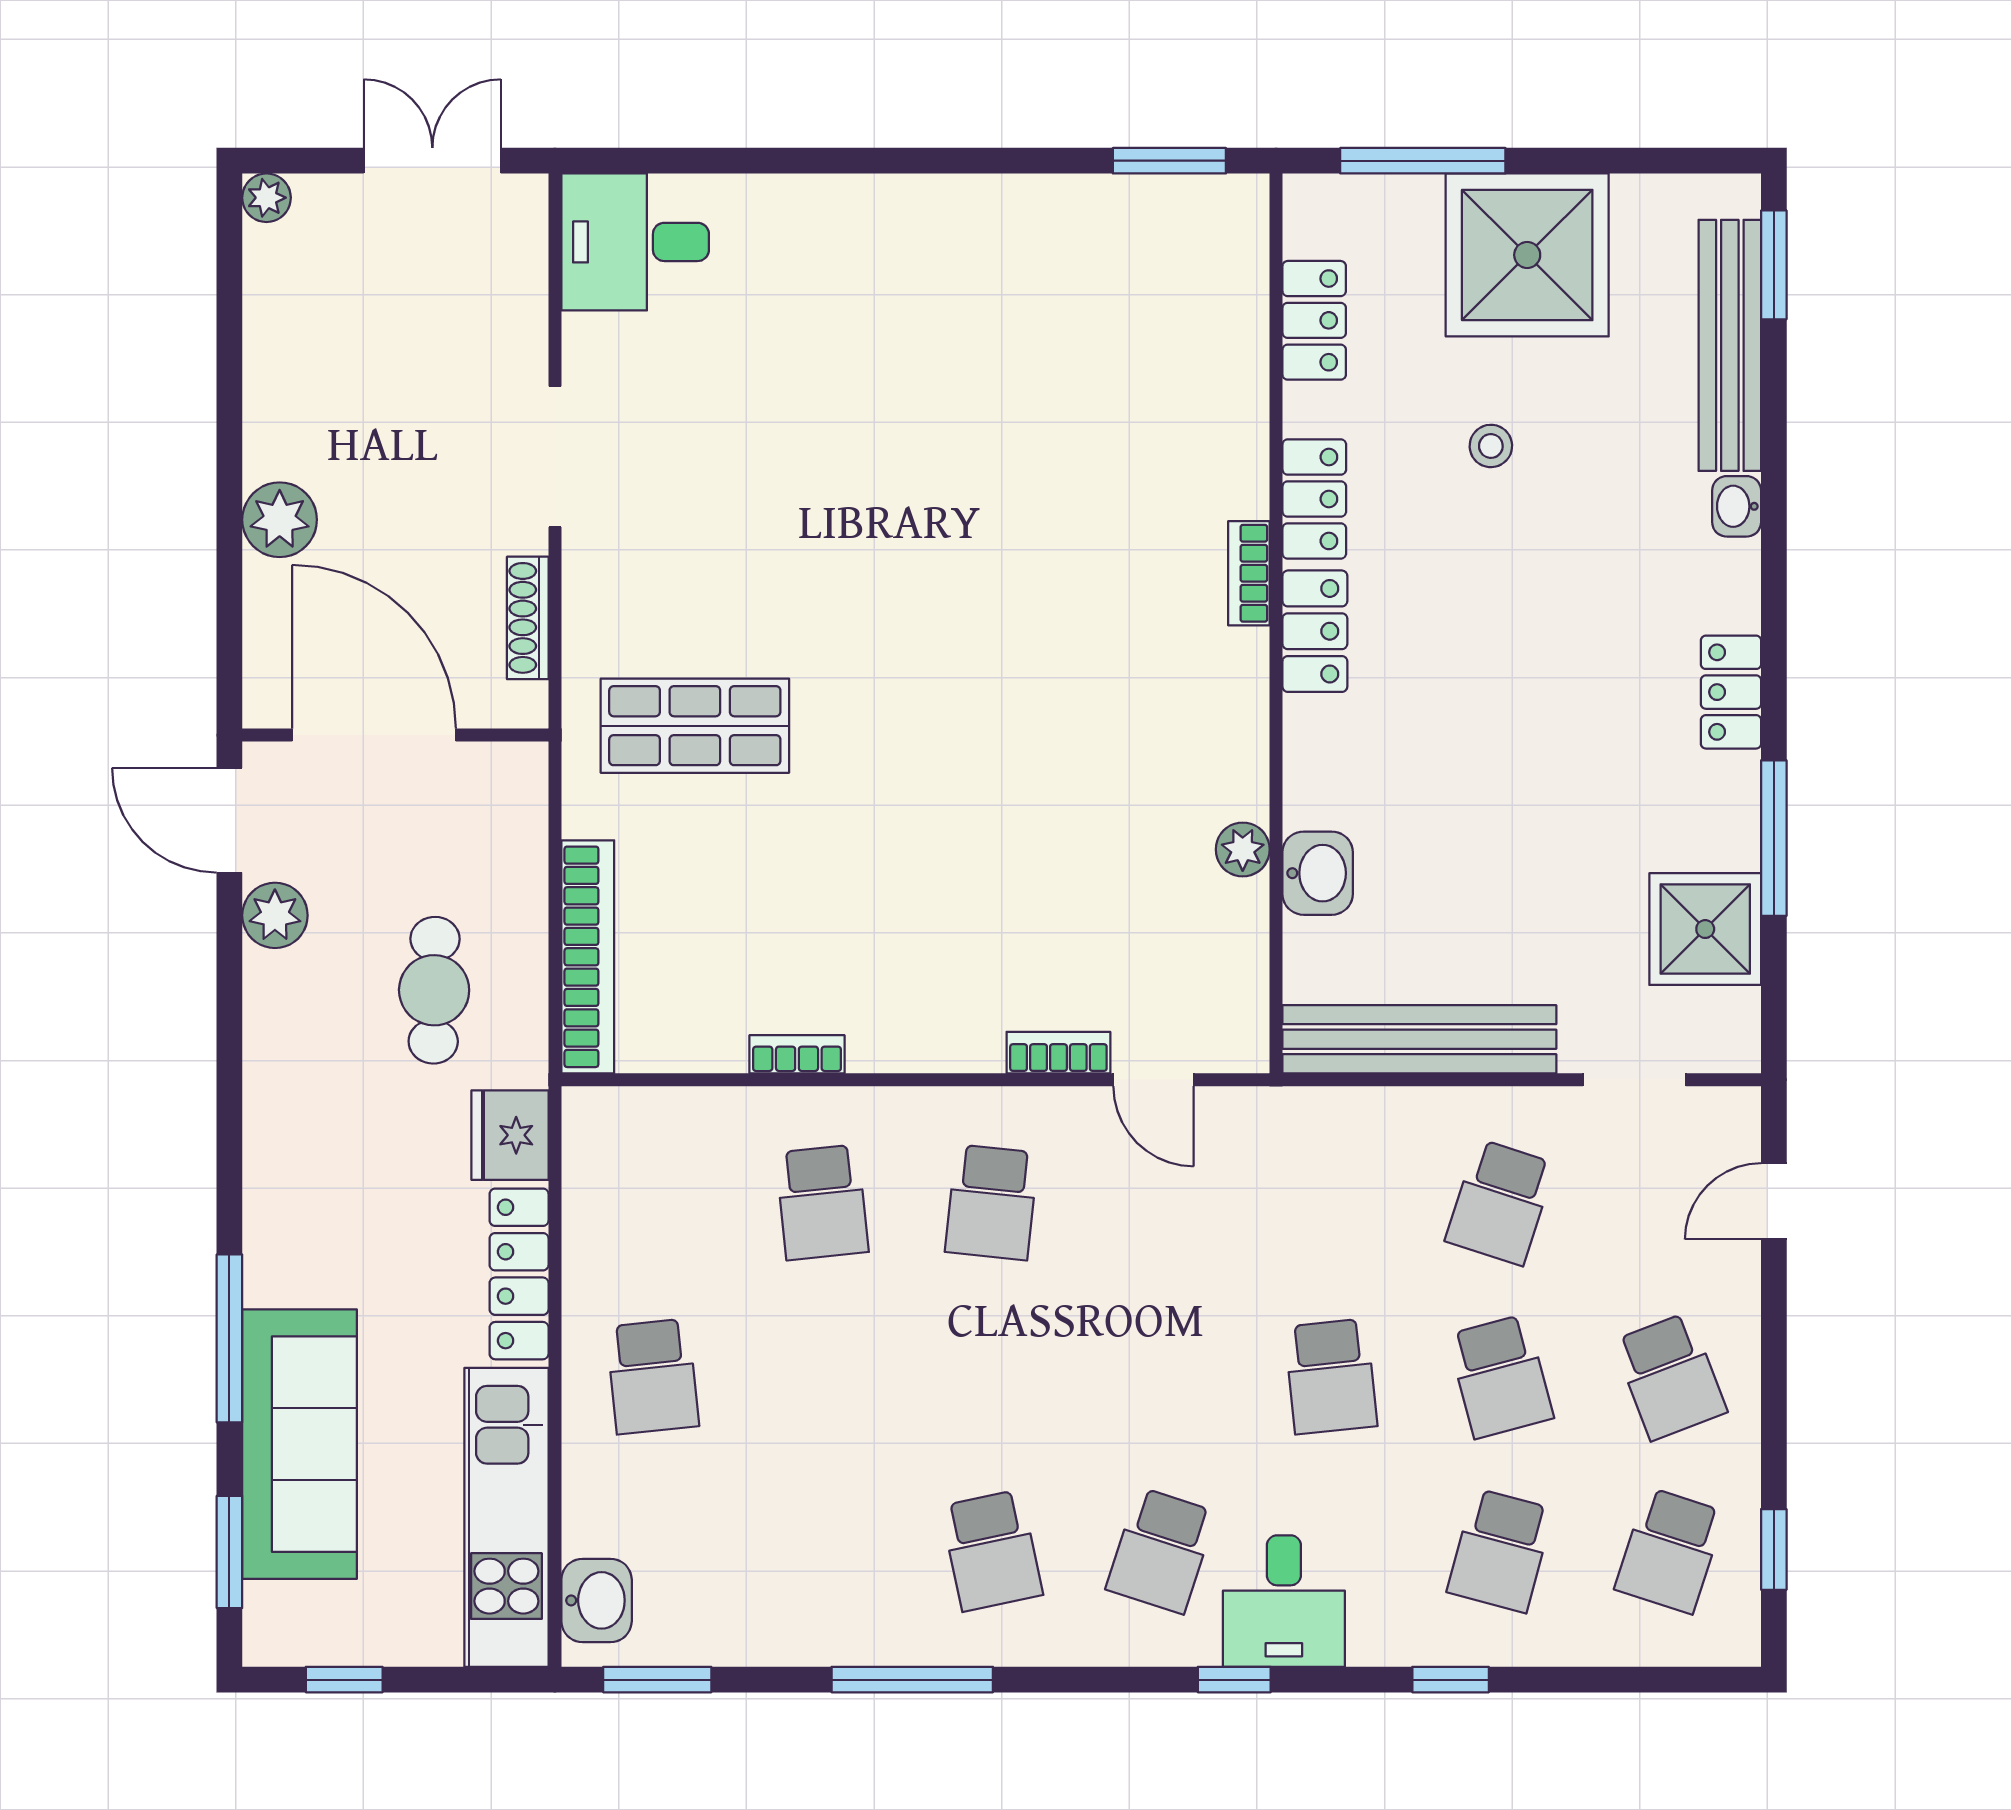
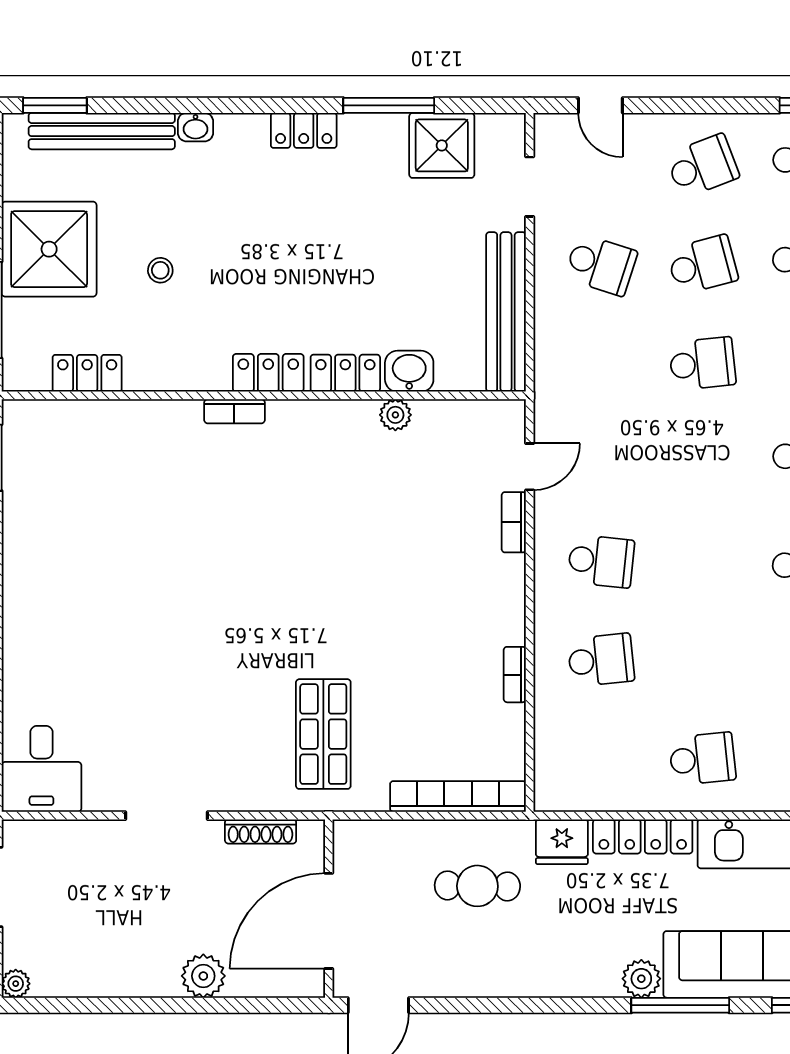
locker: (1314, 499) -> (345, 373), moved
plant: (275, 915) -> (641, 979), moved

